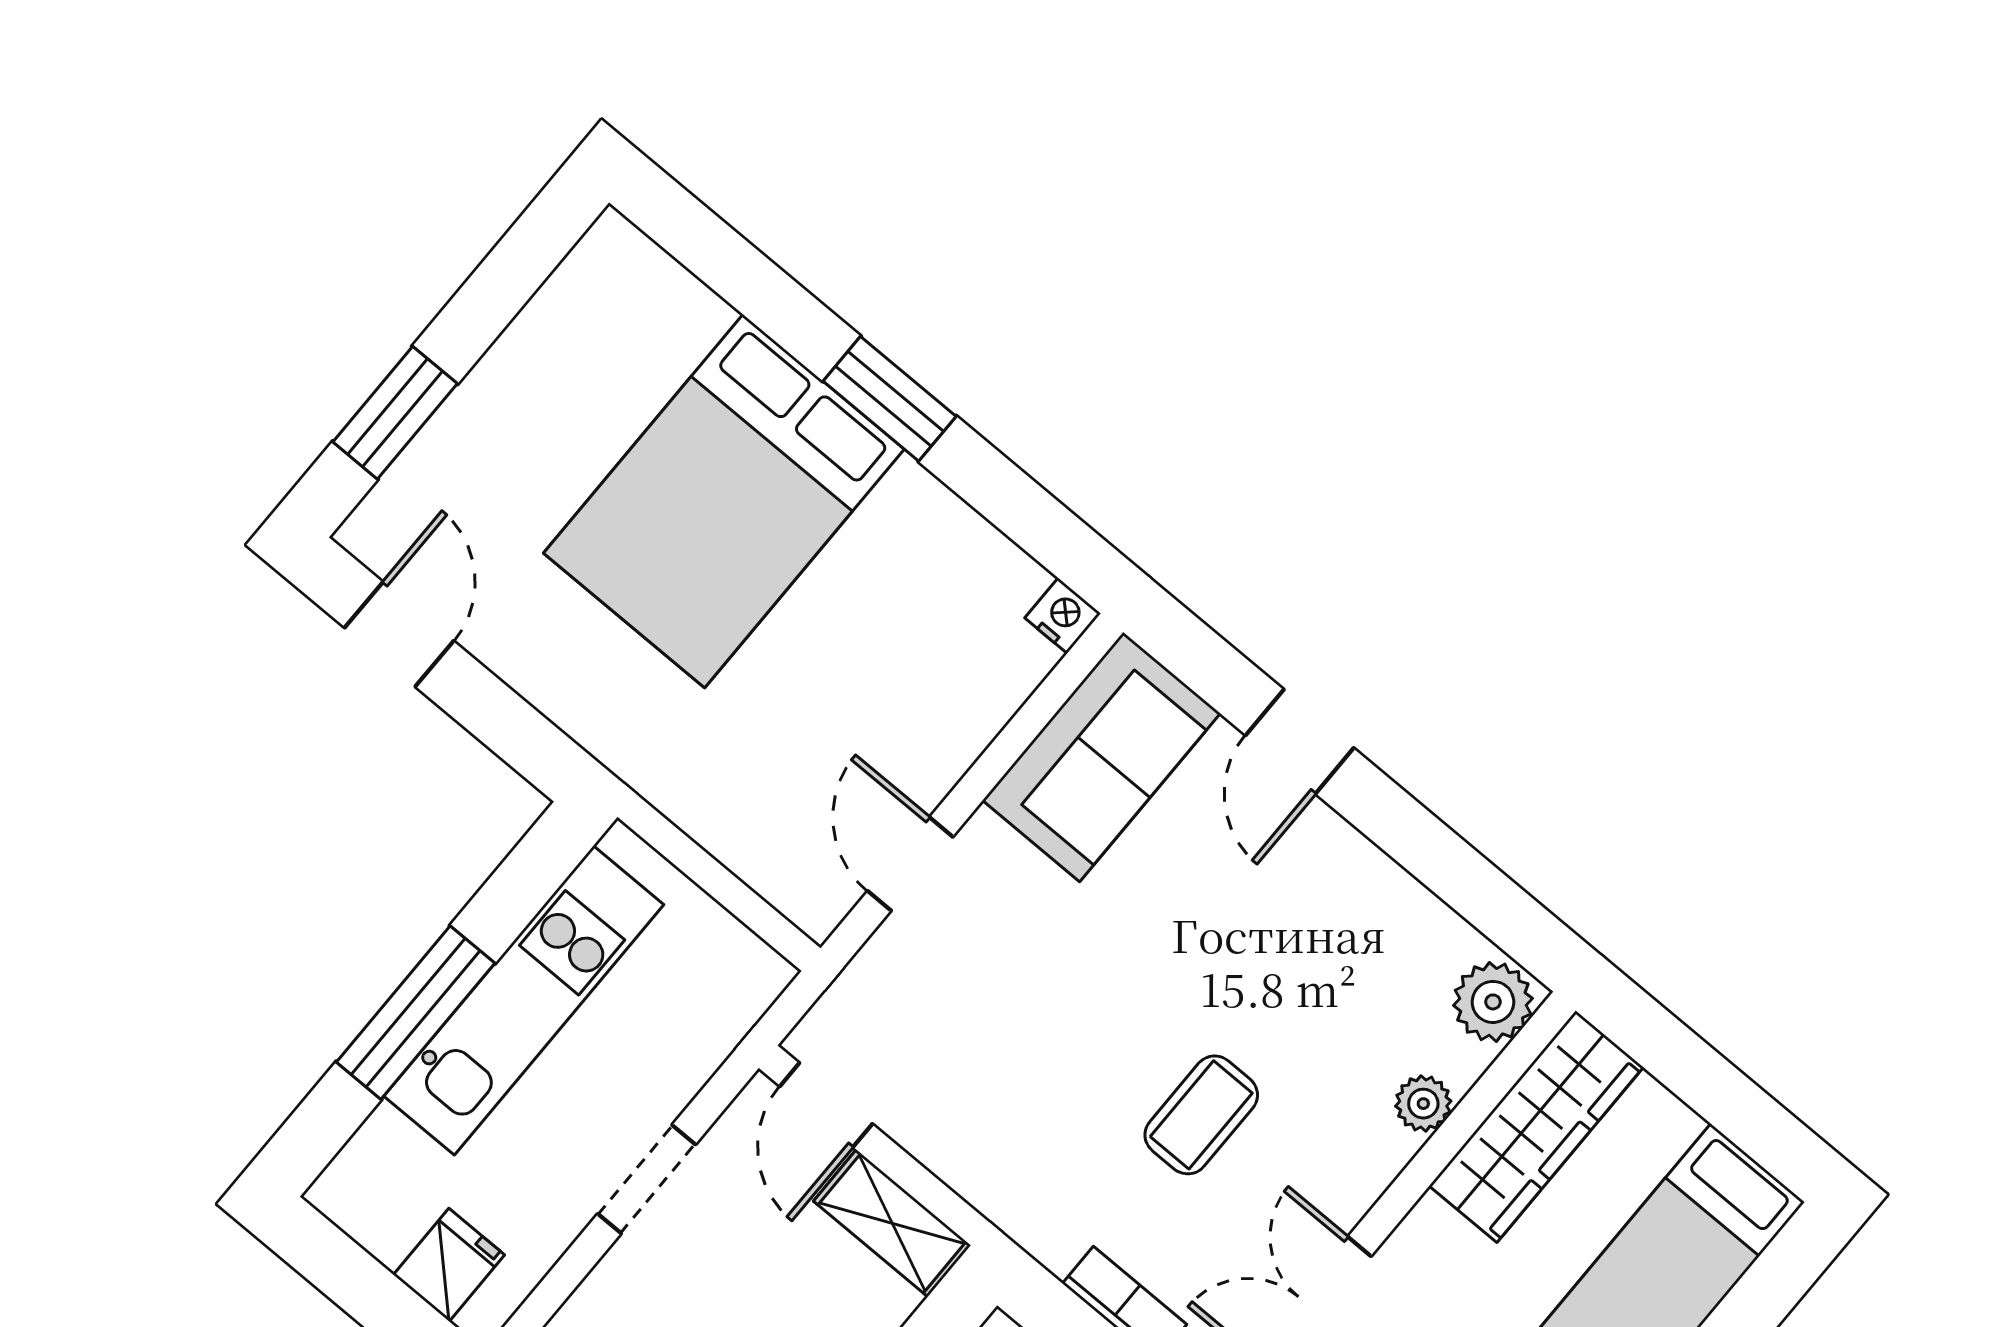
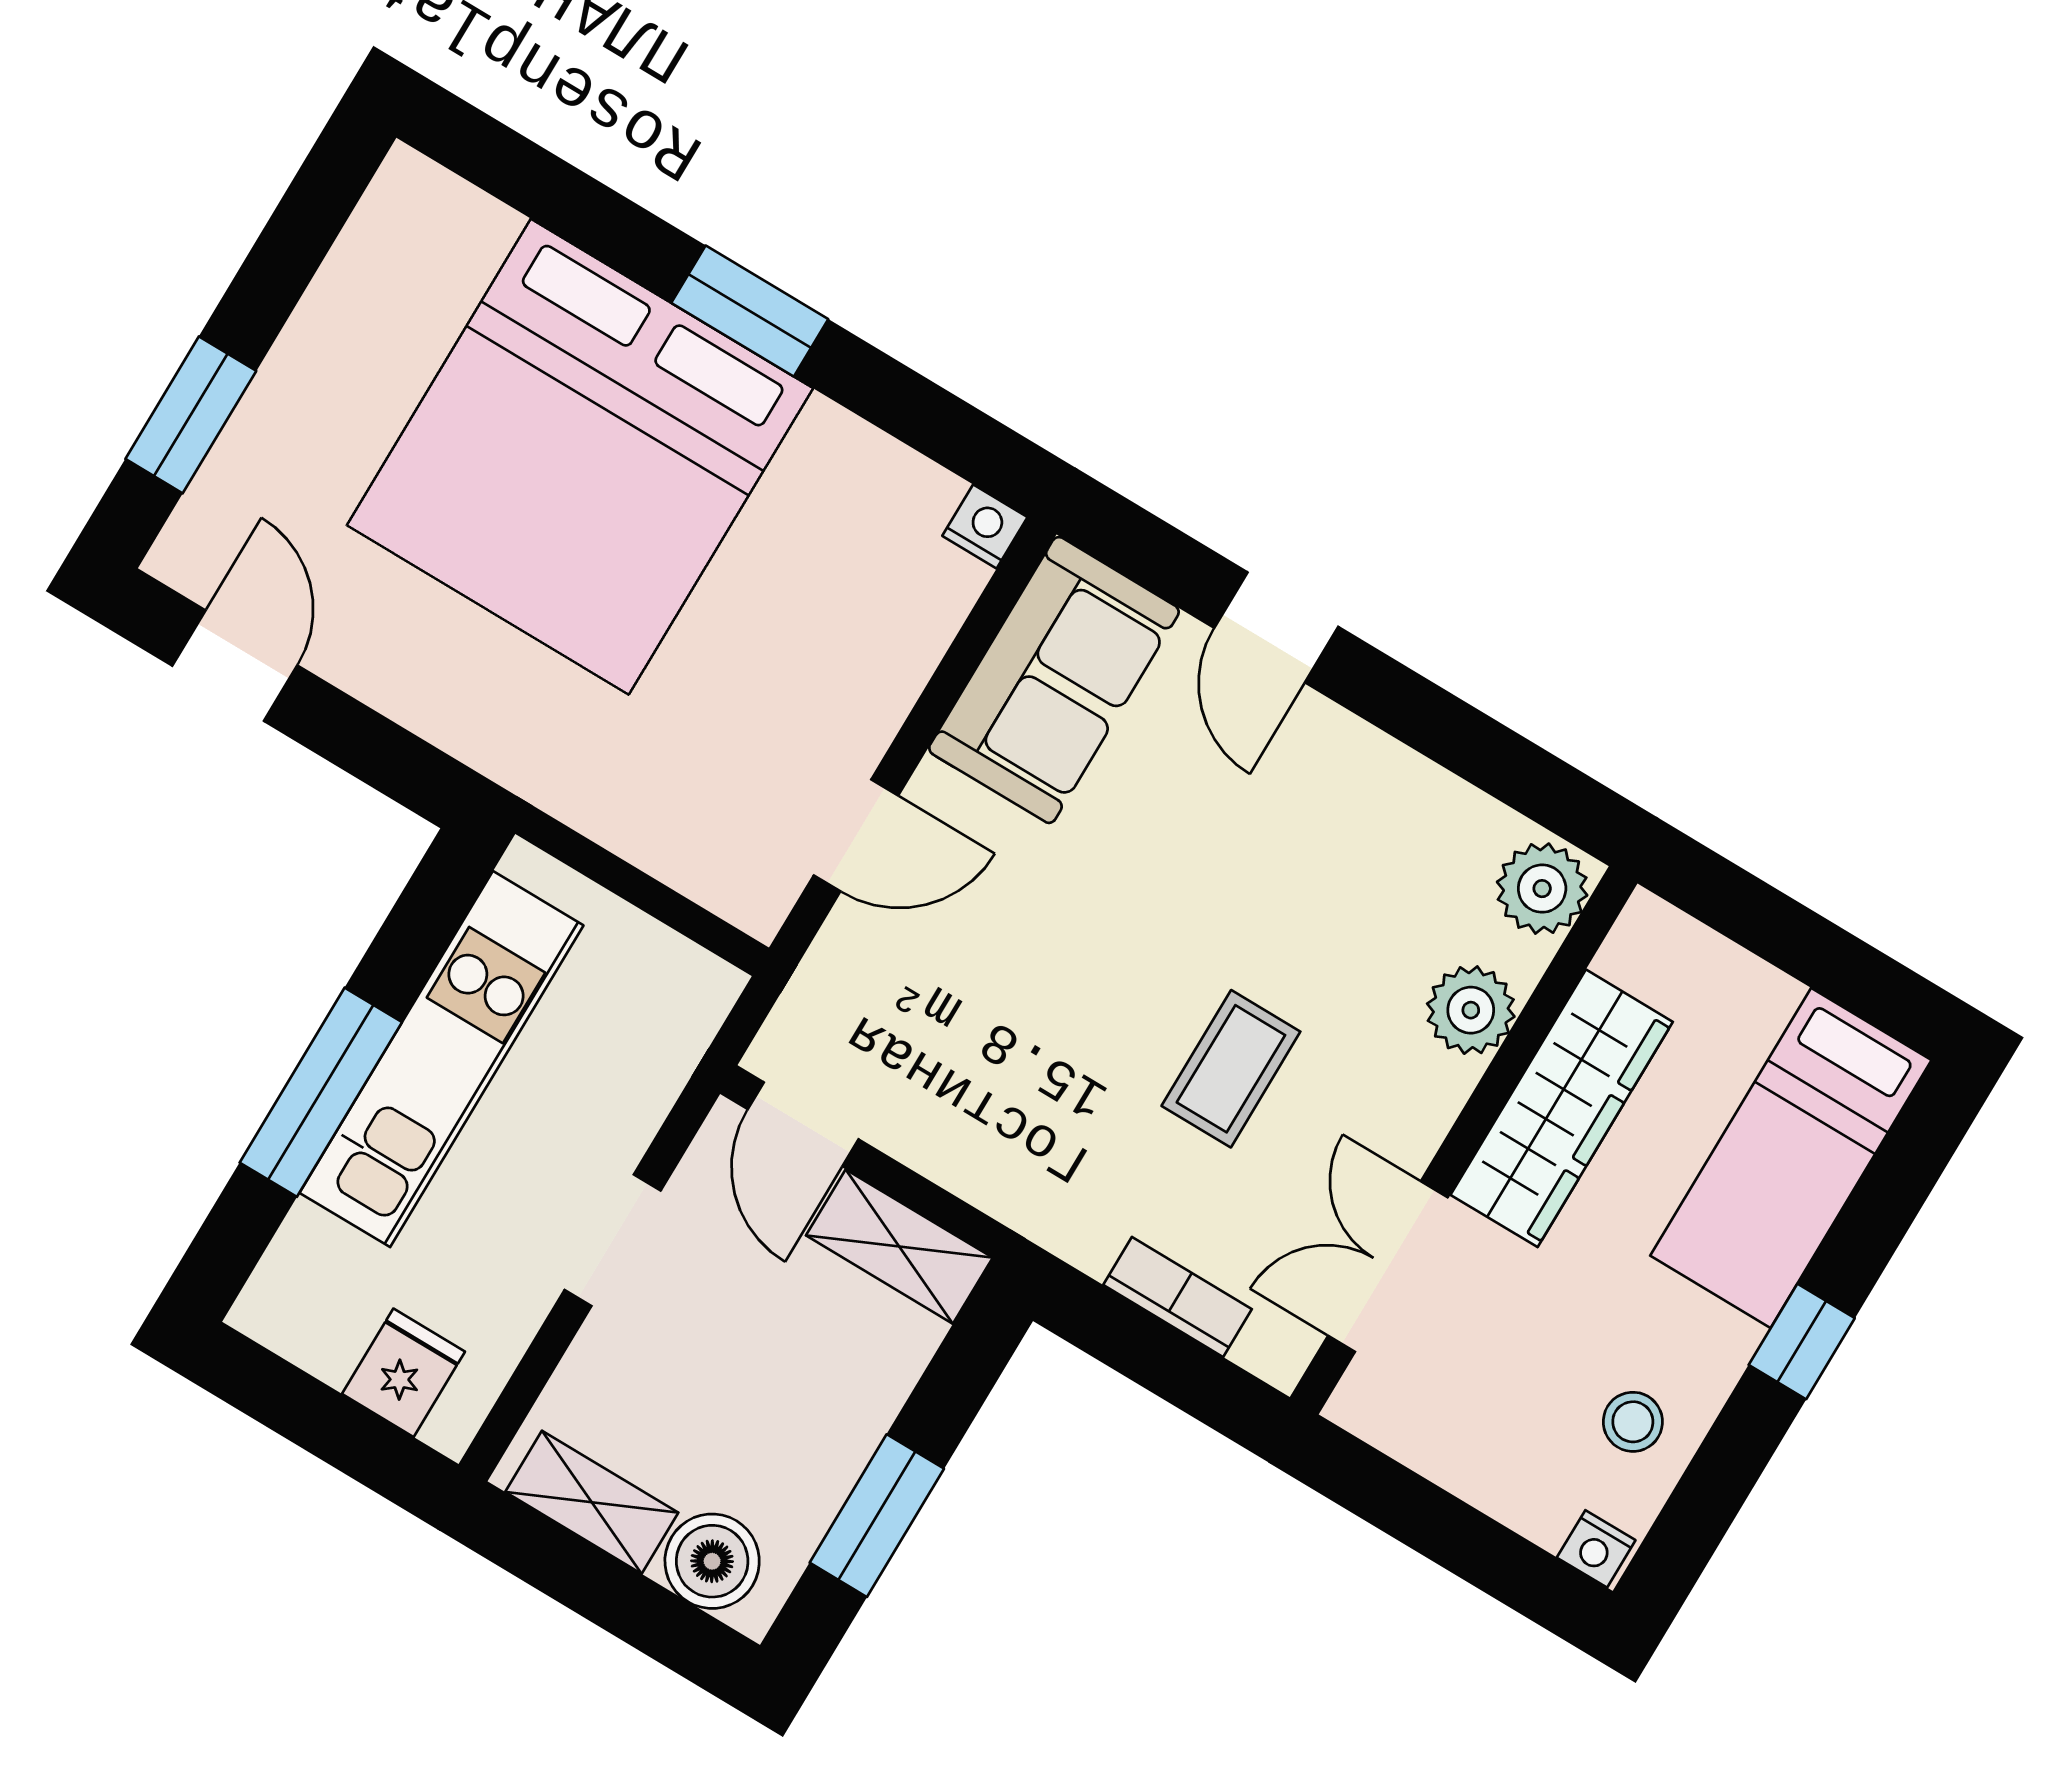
bed: (724, 501) -> (580, 457), width x1.36
door: (910, 864) -> (856, 835), swing flipped
plant: (1423, 1104) -> (1471, 1010), width x1.38, depth x1.38
wardrobe: (1536, 1127) -> (1562, 1108), moved

